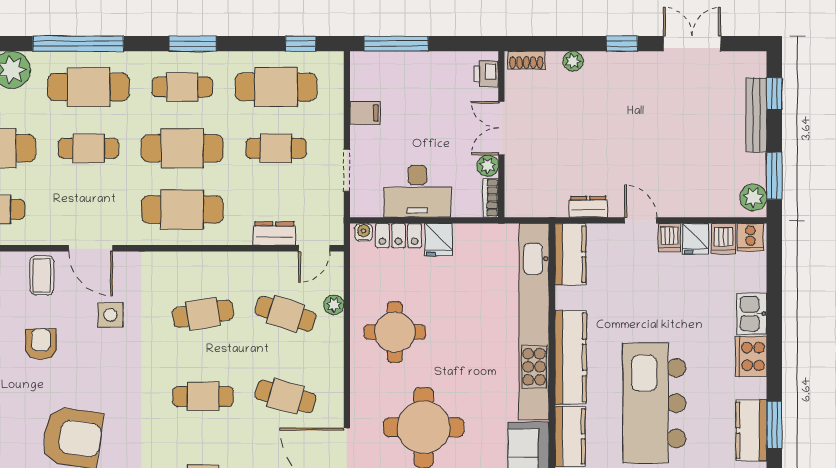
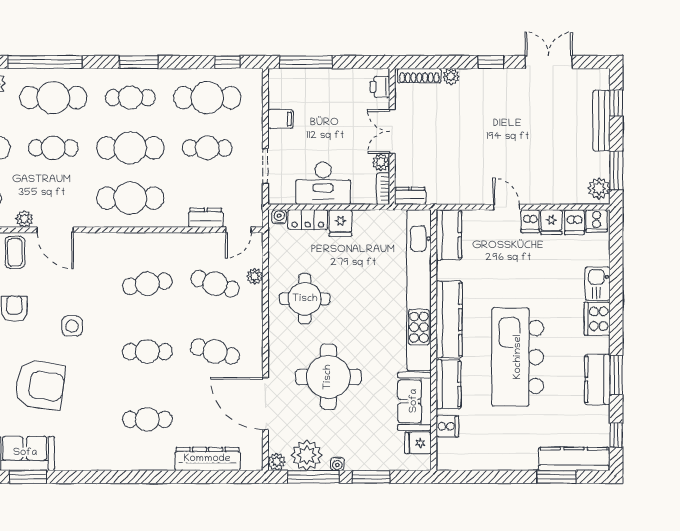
shoe rack: (526, 60) -> (419, 76), width x1.43
dresser: (588, 207) -> (410, 196), moved
plant: (53, 235) -> (24, 219), added
side table: (111, 315) -> (72, 326), moved

